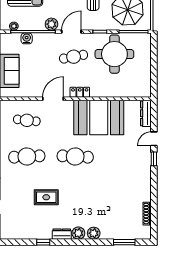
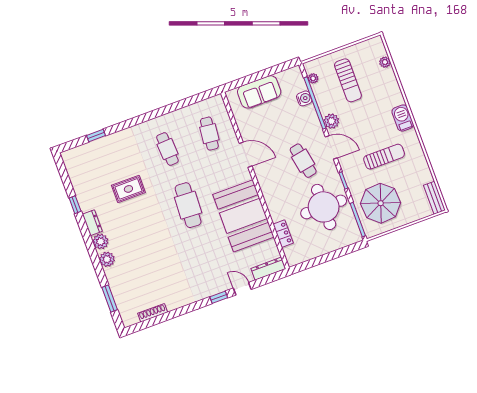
locker: (80, 92) -> (283, 234), moved
cafe table: (27, 157) -> (167, 149), width x0.73, depth x0.74
rug: (46, 197) -> (128, 189), turned 90

